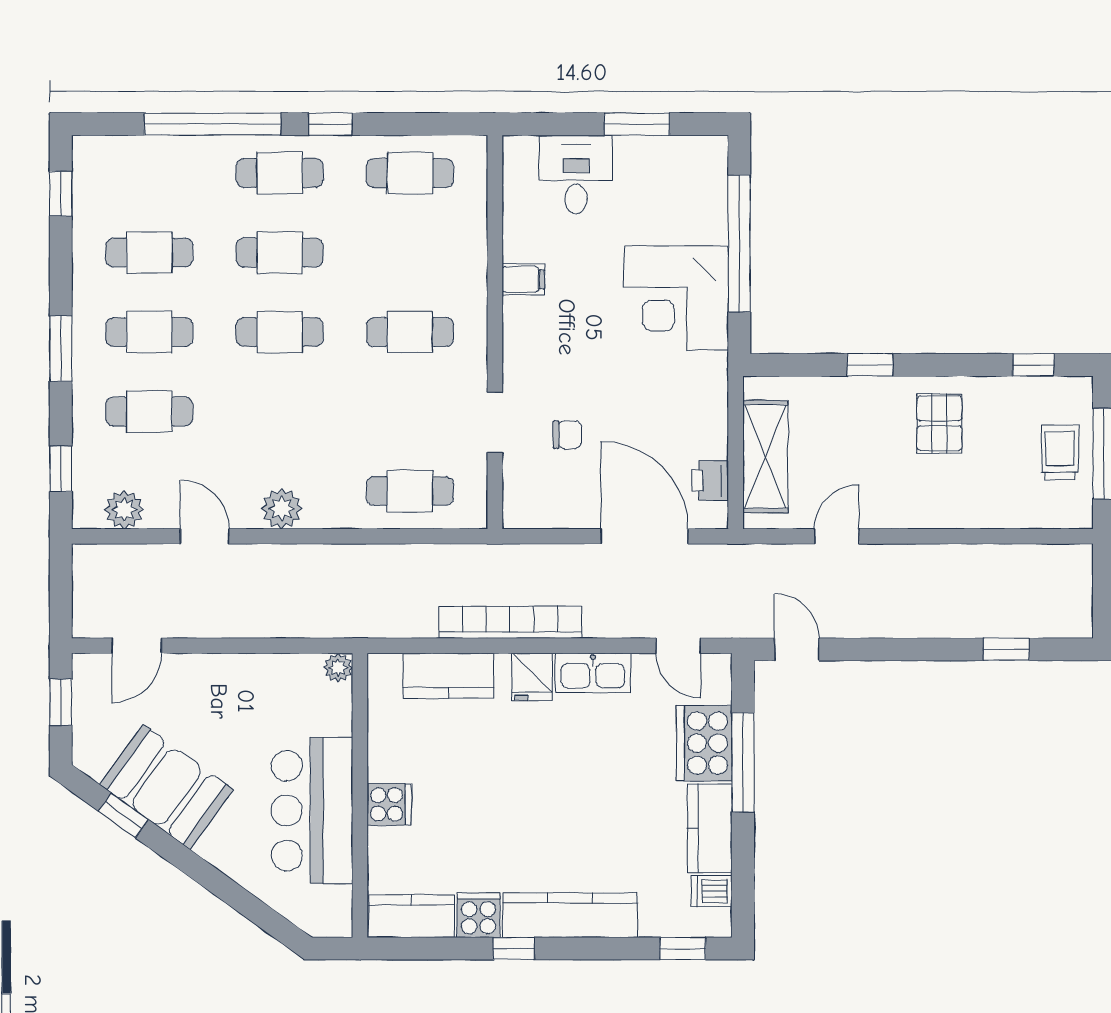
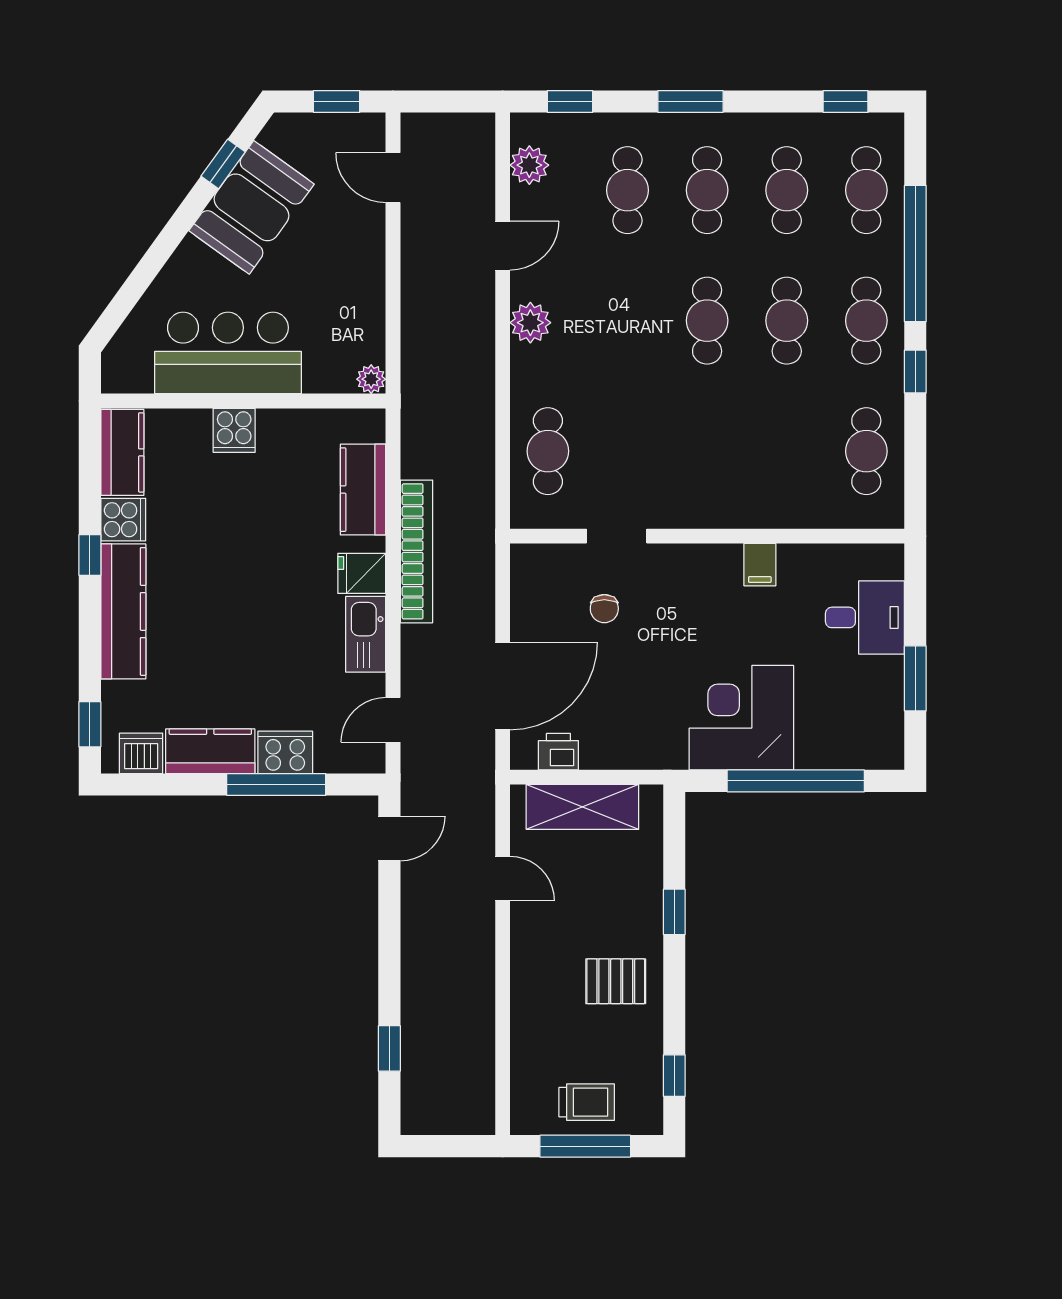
cafe table: (410, 332) -> (866, 190), moved
cooker: (704, 743) -> (285, 752), width x0.73, depth x0.76
dishwasher: (712, 891) -> (141, 753), width x1.38

